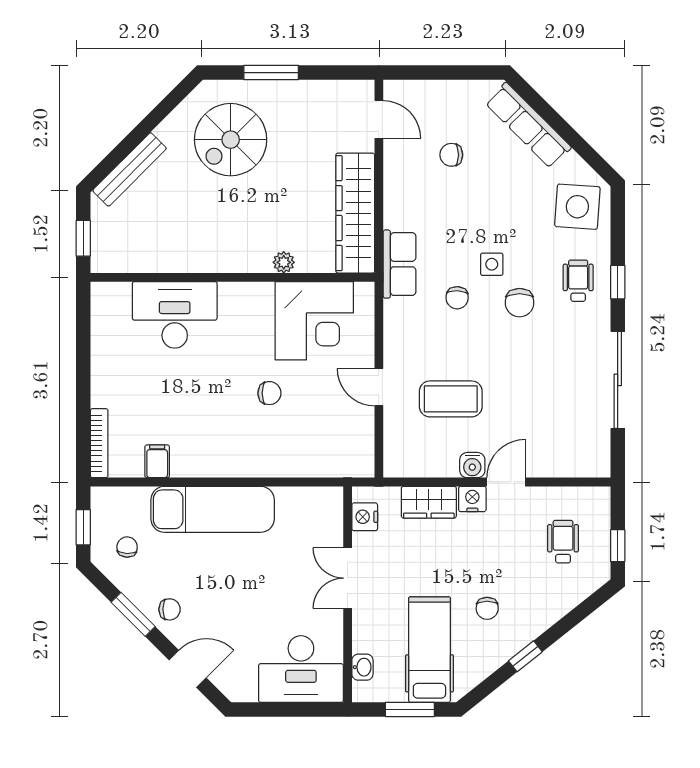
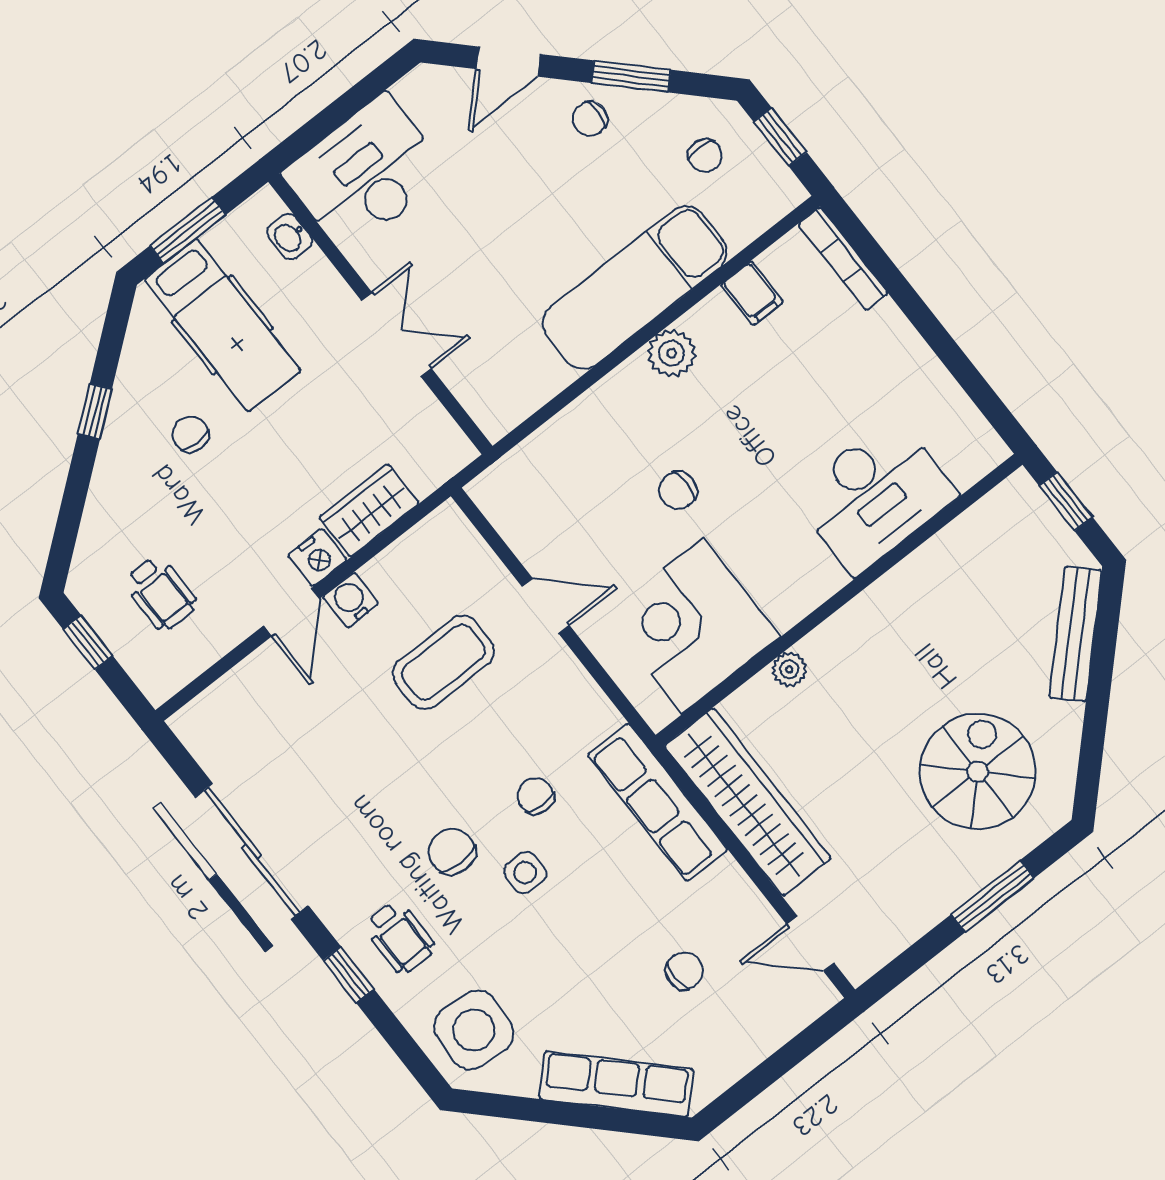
row of seats: (399, 264) -> (658, 802), width x1.48
plant: (220, 463) -> (671, 353), added
nightstand: (365, 517) -> (435, 428), removed

